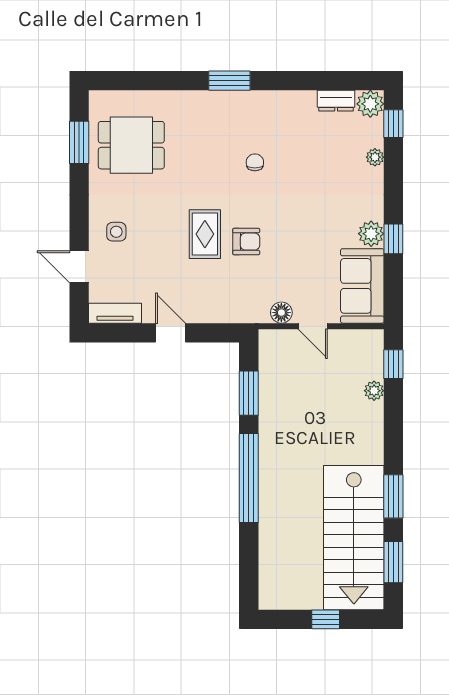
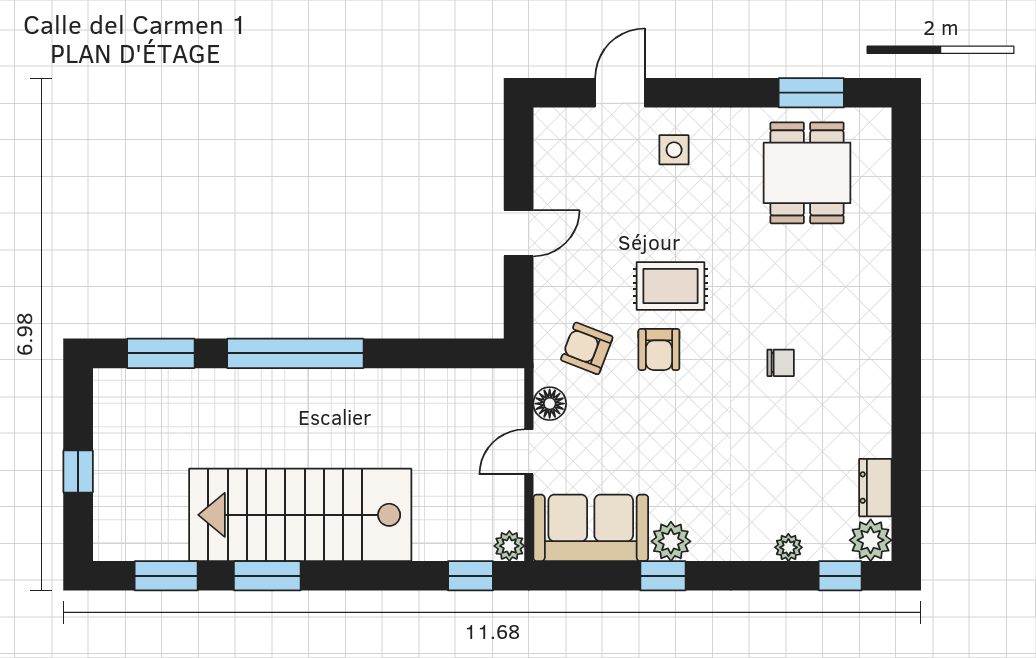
window: (229, 81) -> (906, 324), removed
armchair: (245, 288) -> (587, 348), added
tv unit: (115, 313) -> (549, 148), removed
plant: (374, 391) -> (509, 546), moved
window: (249, 393) -> (161, 353), moved
stairs: (354, 538) -> (300, 515), moved

